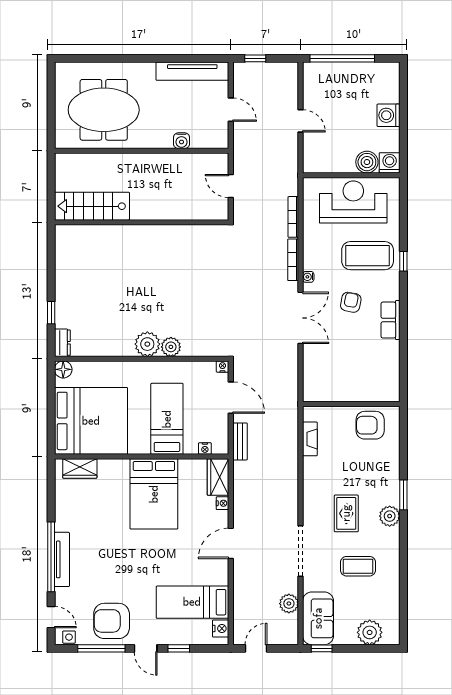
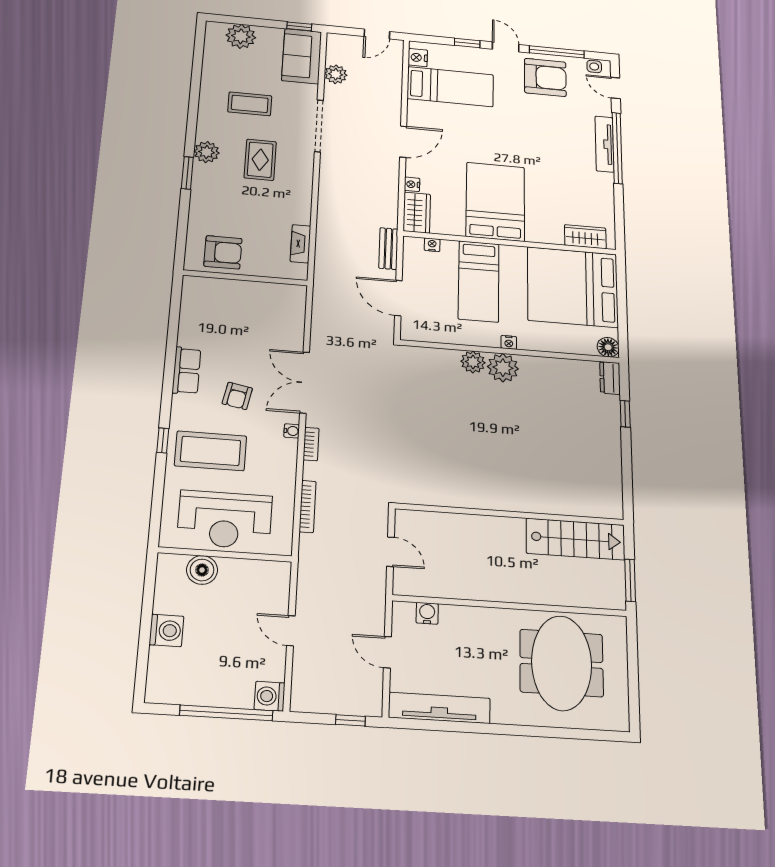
meeting table: (104, 110) -> (562, 663), turned 90
water cooler: (181, 141) -> (427, 613), moved
washing machine: (390, 163) -> (270, 696), moved, turned 90
window: (51, 177) -> (630, 580), added
bookcase: (293, 260) -> (311, 444), width x0.64
nightstand: (223, 367) -> (509, 342), moved

